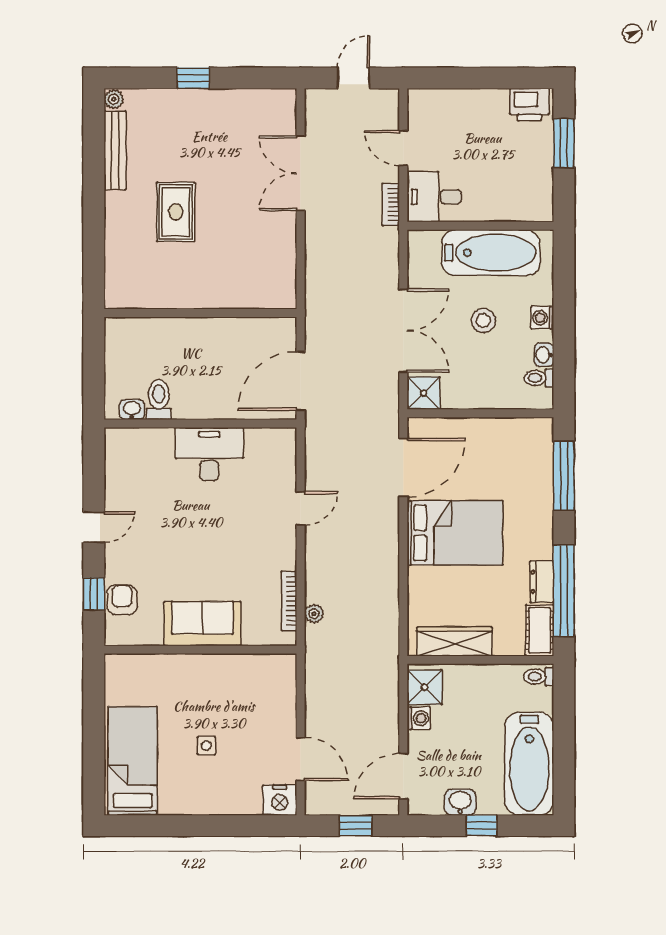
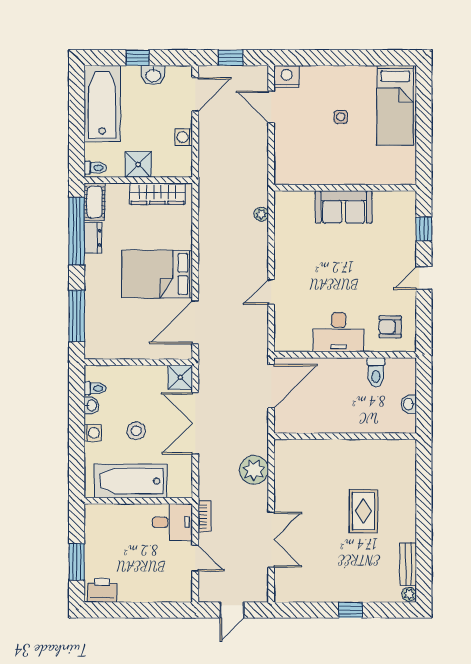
bench: (115, 150) -> (408, 564), width x0.73
plant: (324, 268) -> (254, 470), added
washbasin: (132, 410) -> (409, 404), moved, turned 90
armchair: (122, 600) -> (390, 327), moved, turned 90
bookcase: (289, 601) -> (280, 224), removed
shower: (425, 687) -> (138, 164), moved

